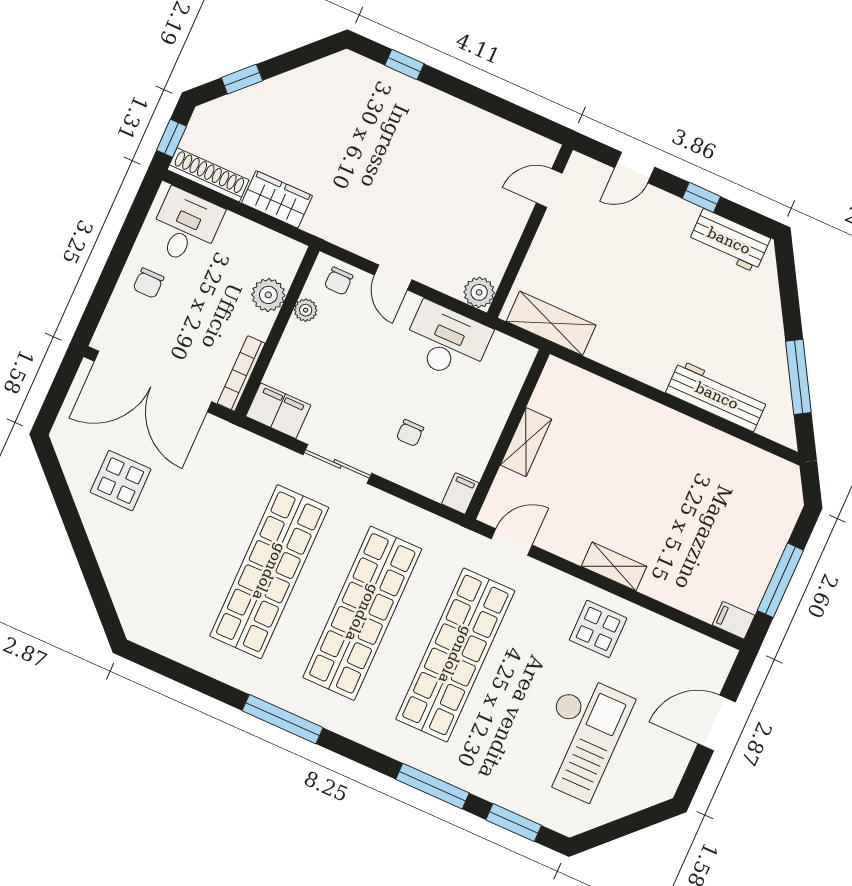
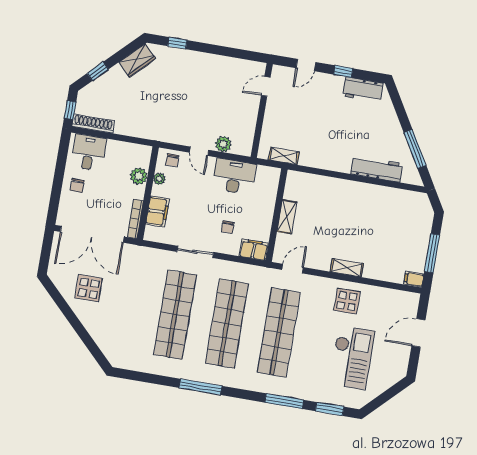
wardrobe: (277, 199) -> (137, 60), moved, turned 135
plant: (479, 292) -> (223, 144), moved
shelving: (551, 323) -> (284, 156), width x0.67, depth x0.75
filing cabinet: (278, 411) -> (157, 211), moved, turned 90
filing cabinet: (460, 493) -> (254, 250), width x2.00

